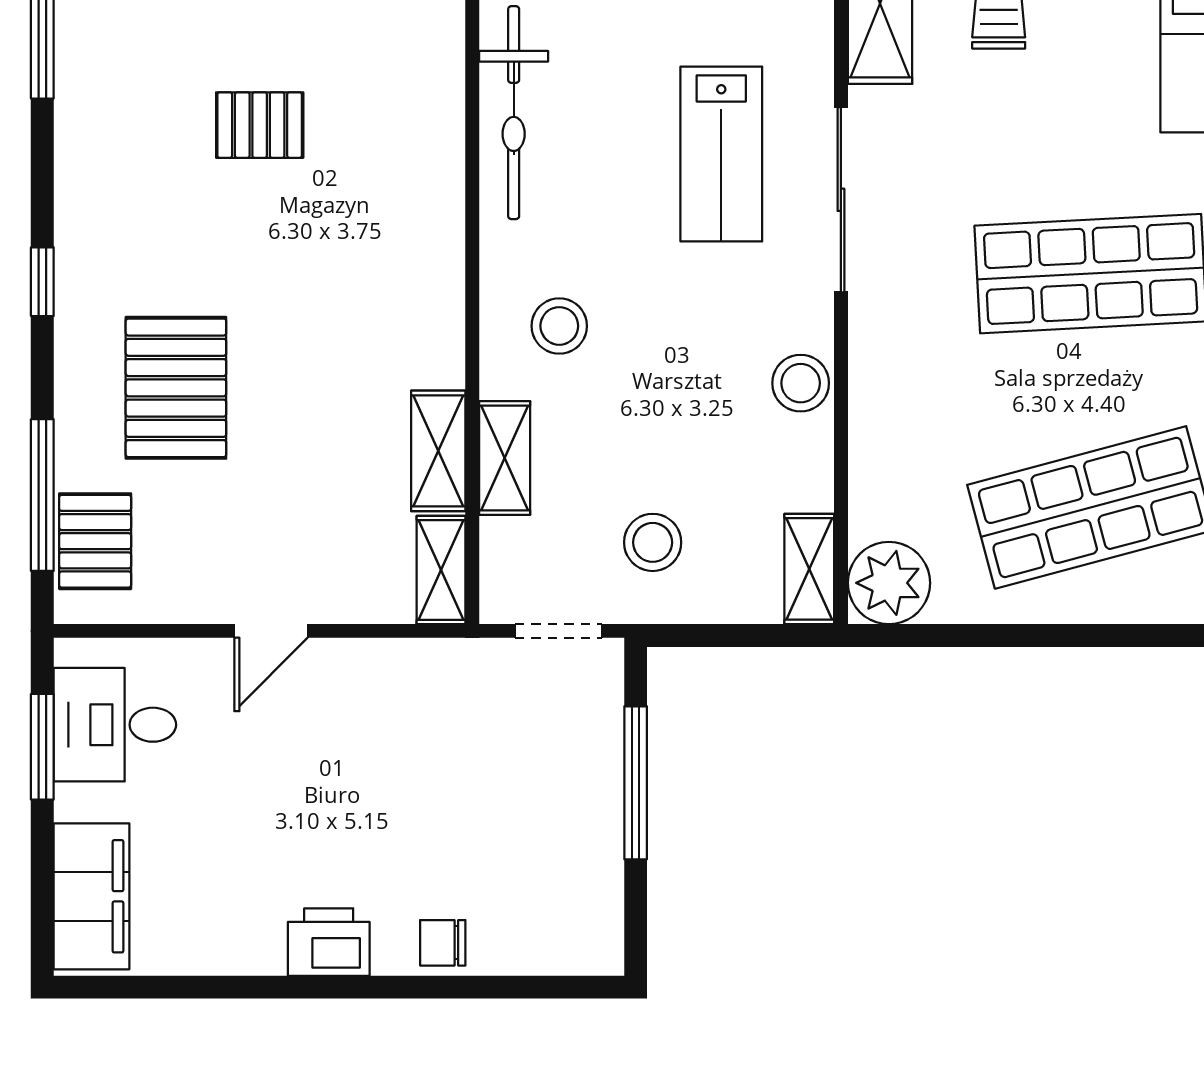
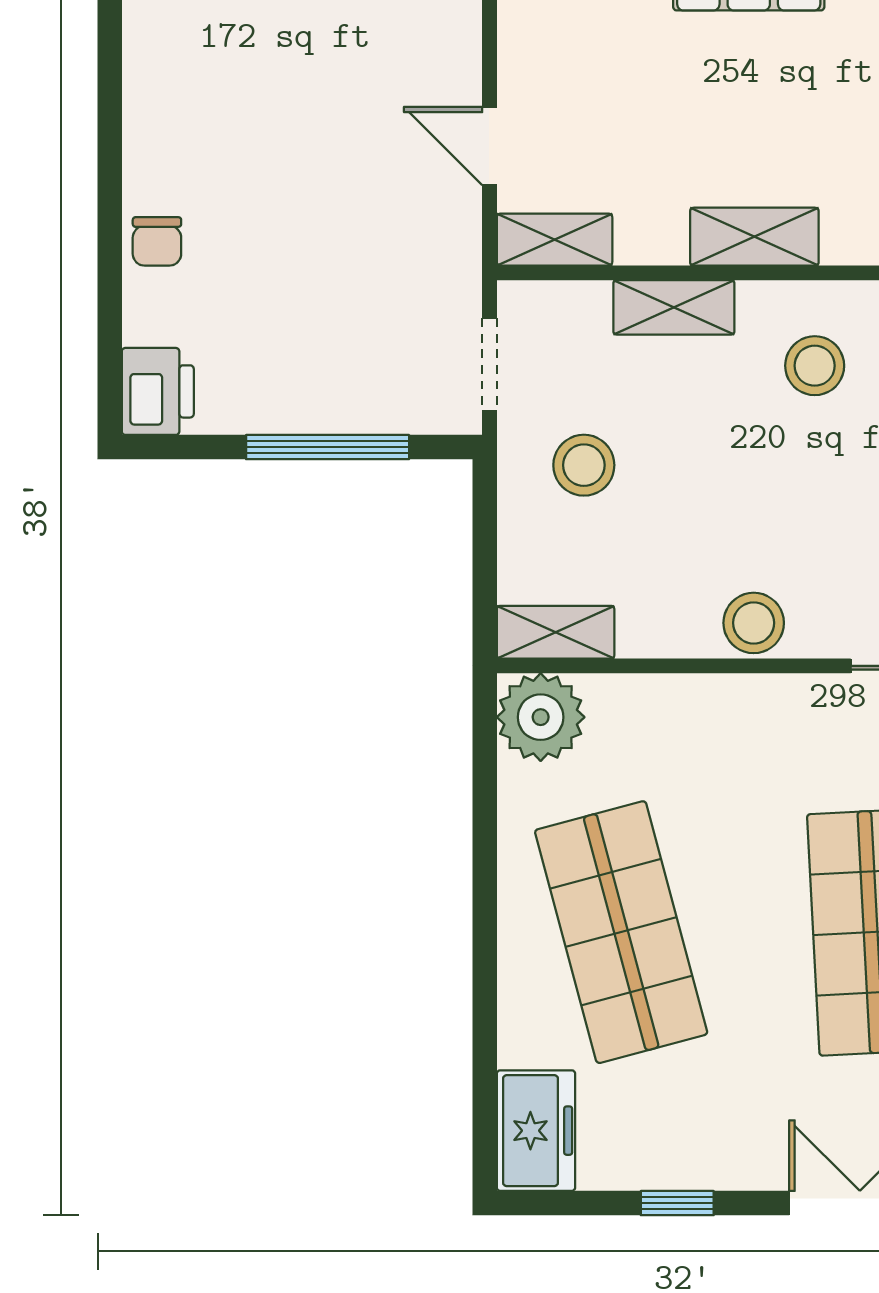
shelving: (438, 451) -> (754, 237), moved
door: (271, 631) -> (489, 146), moved
printer: (329, 942) -> (158, 391), moved
chair: (443, 943) -> (157, 241), turned 180

